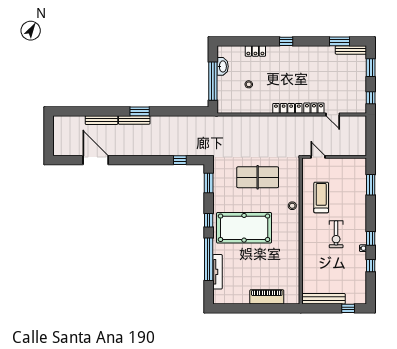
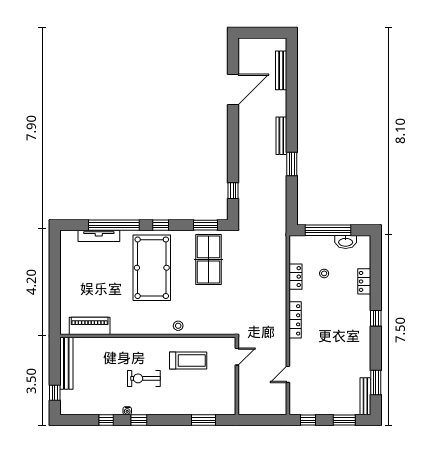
locker: (314, 108) -> (296, 277), moved
window: (140, 111) -> (292, 164), moved
bench: (101, 120) -> (281, 70), moved
table tennis table: (258, 177) -> (209, 259), moved
piano: (267, 297) -> (90, 326), moved, turned -90

